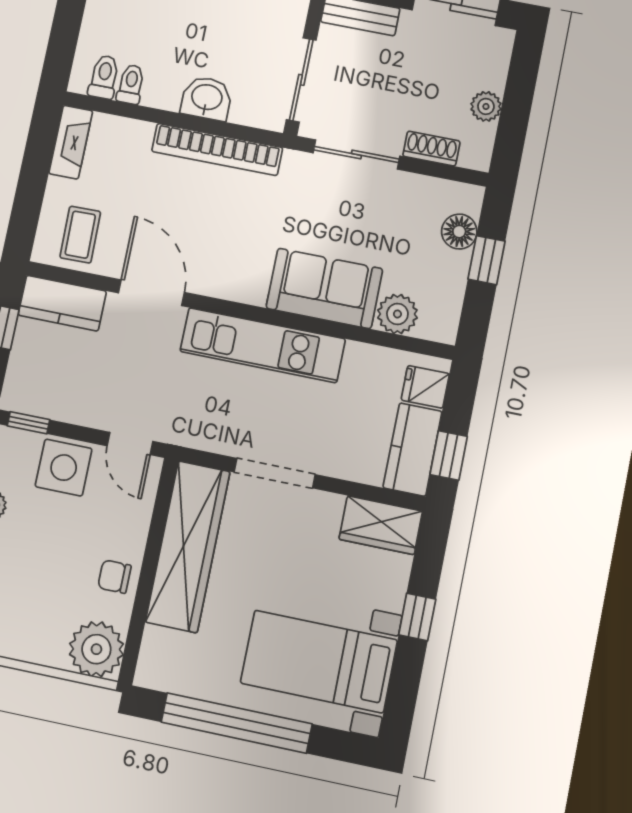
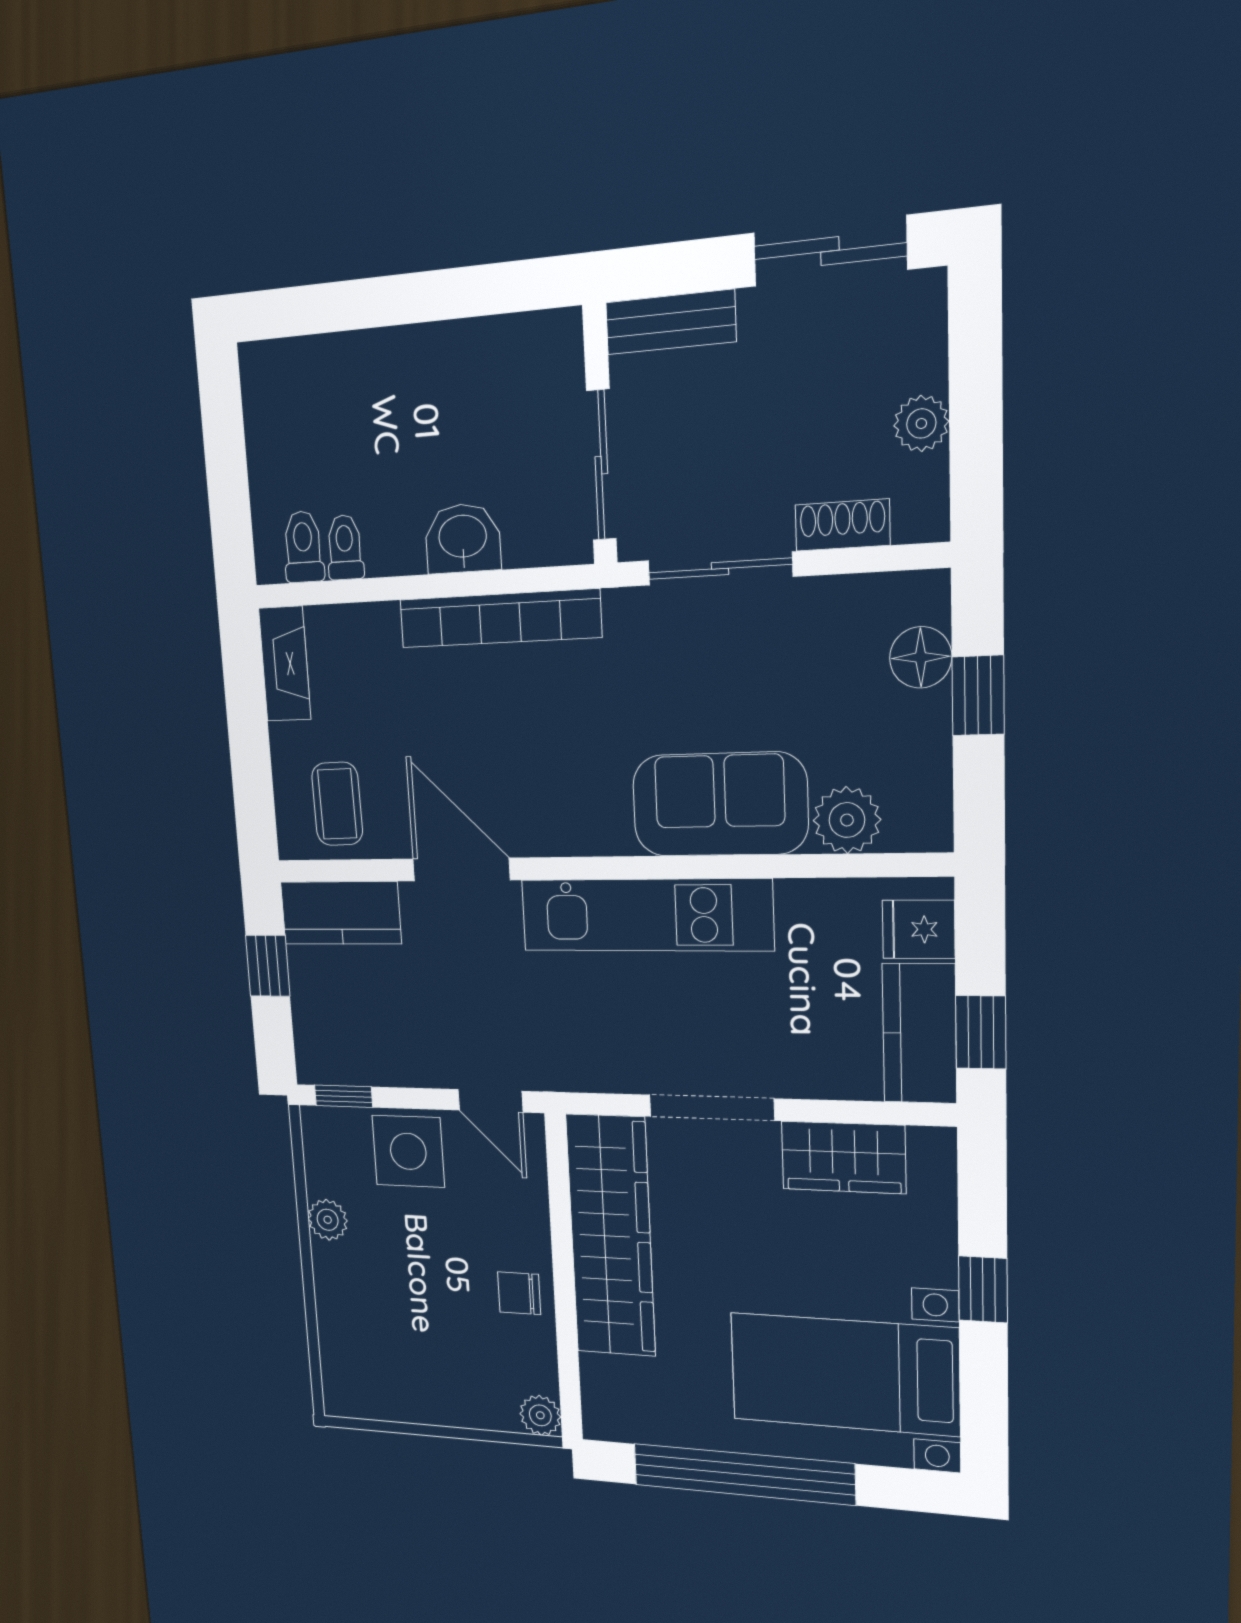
wardrobe: (381, 525) -> (844, 1157), moved
plant: (96, 649) -> (540, 1415), width x0.53, depth x0.53

